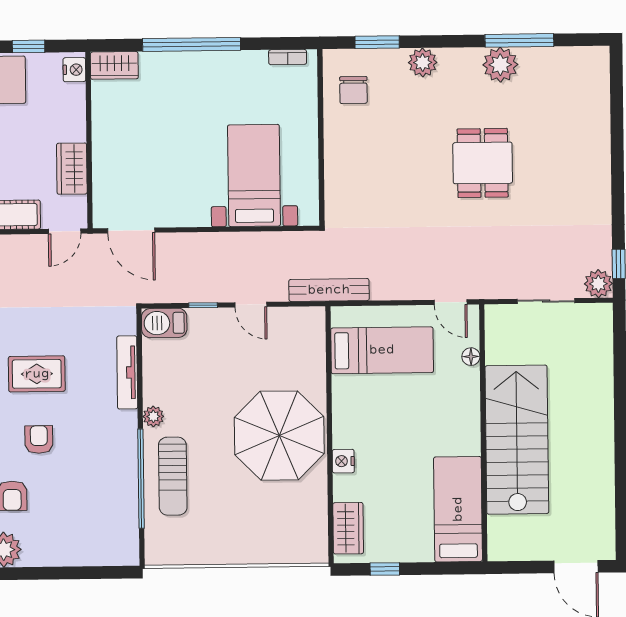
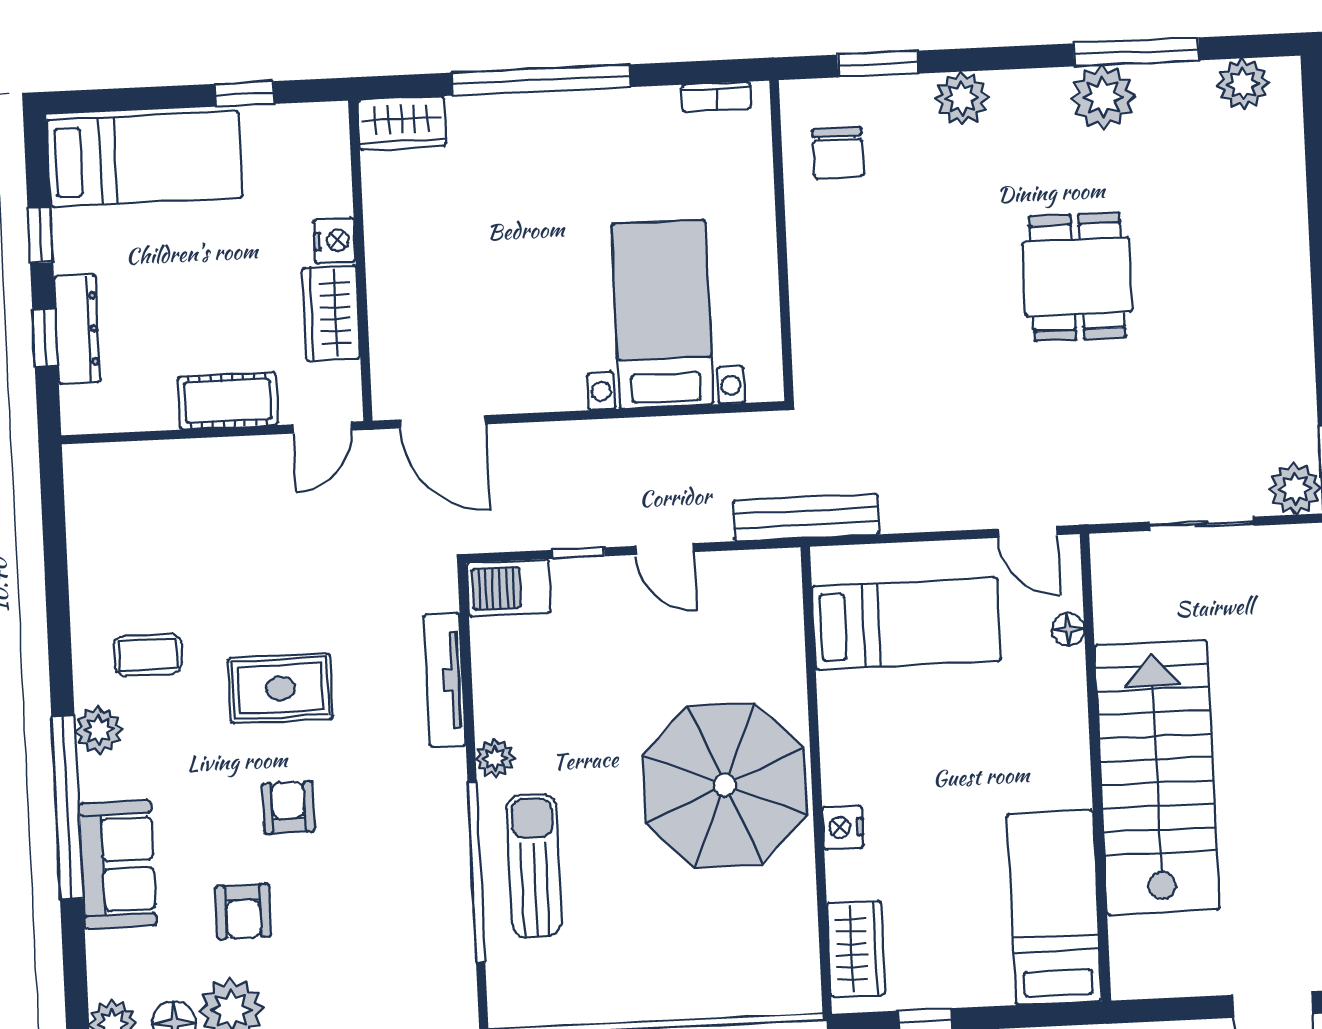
plant: (578, 60) -> (1243, 84), added
nightstand: (74, 70) -> (335, 241), moved
sun lounger: (173, 476) -> (534, 866), turned 180

